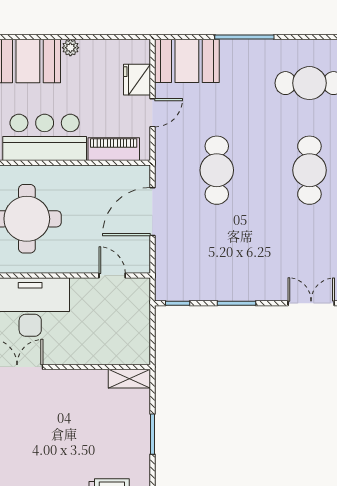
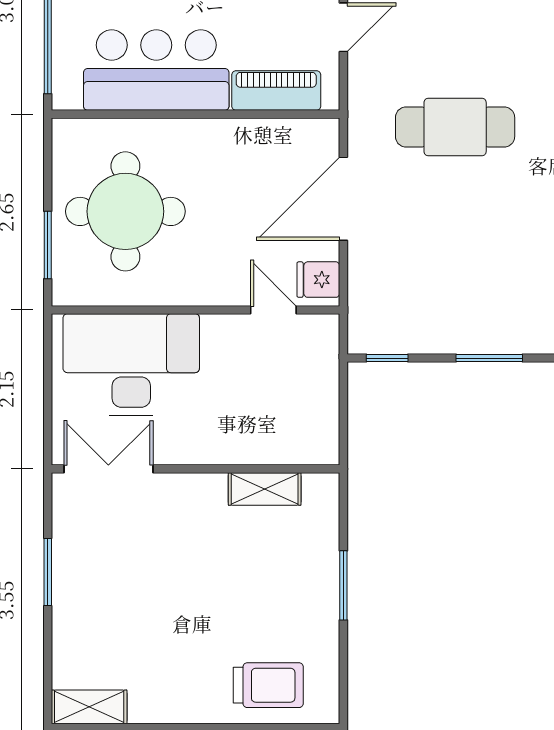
cafe table: (217, 170) -> (455, 127), turned 90
fridge: (138, 258) -> (318, 280), added
shelving: (129, 379) -> (265, 489), moved

